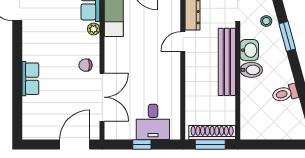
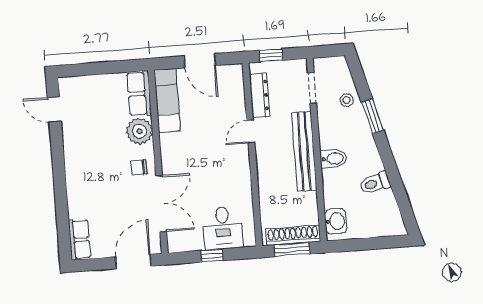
plant: (94, 29) -> (139, 131), width x1.88, depth x1.88
washbasin: (249, 50) -> (336, 221), moved
row of seats: (30, 79) -> (79, 239), moved

